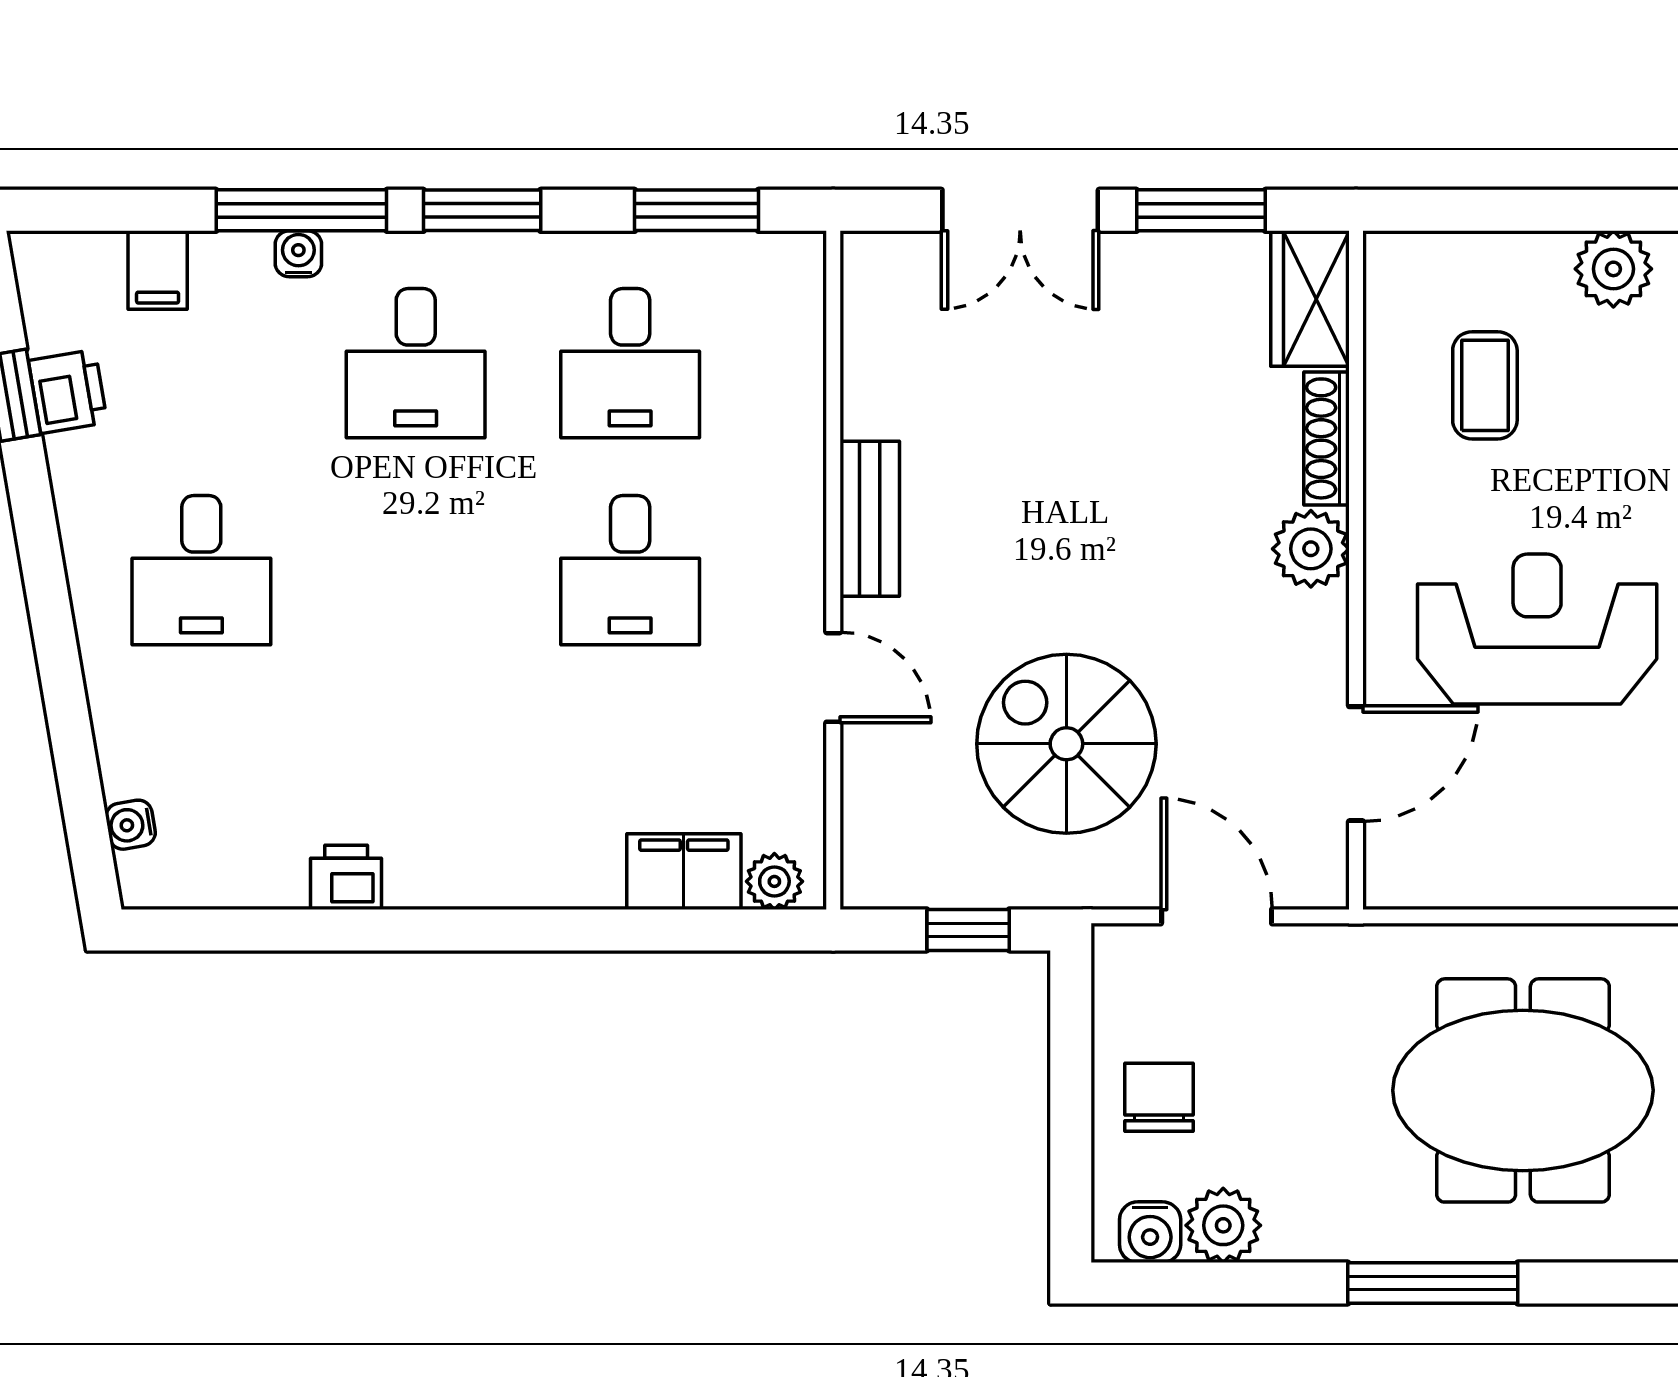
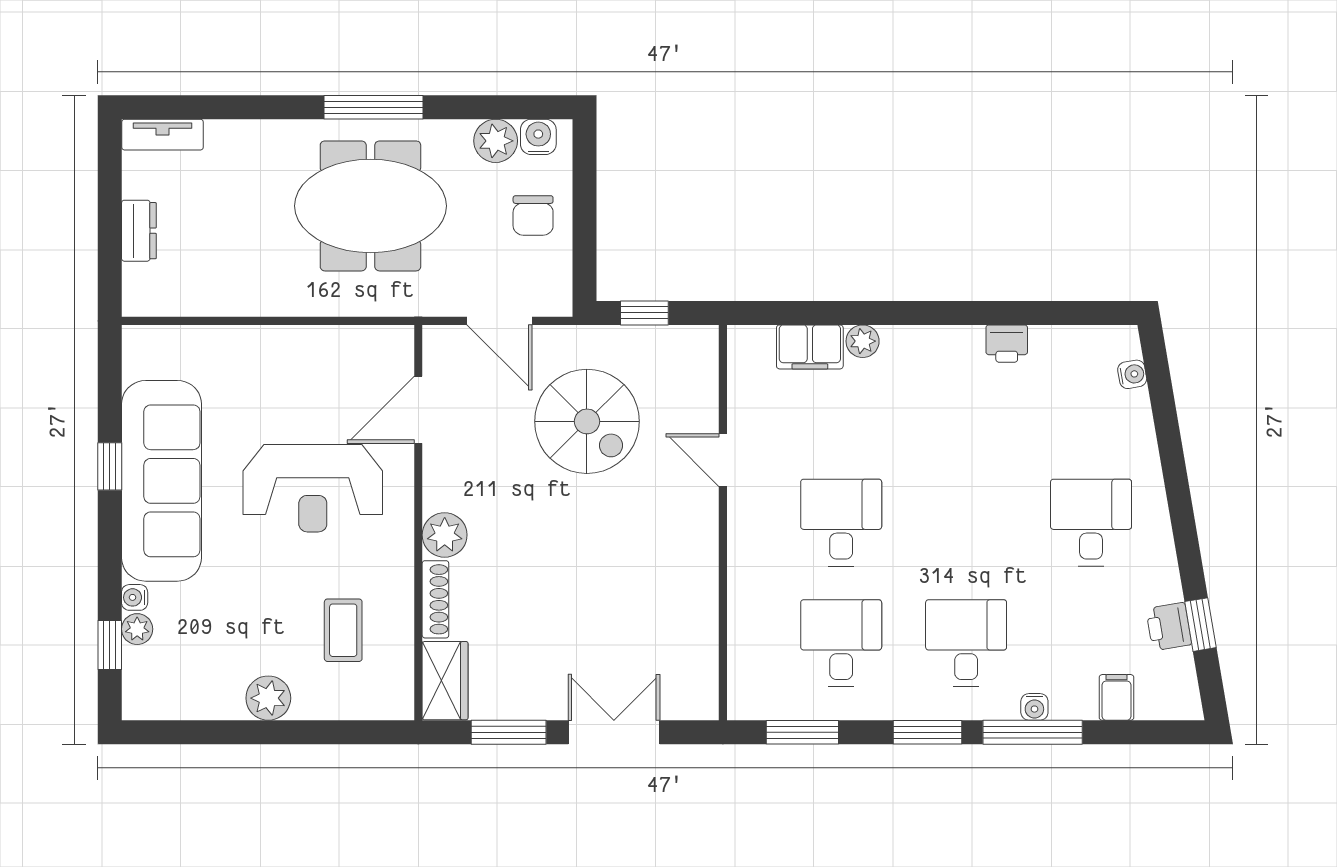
bench: (870, 519) -> (702, 553), removed
plant: (774, 881) -> (863, 341), moved
meeting table: (1523, 1090) -> (370, 206), moved

